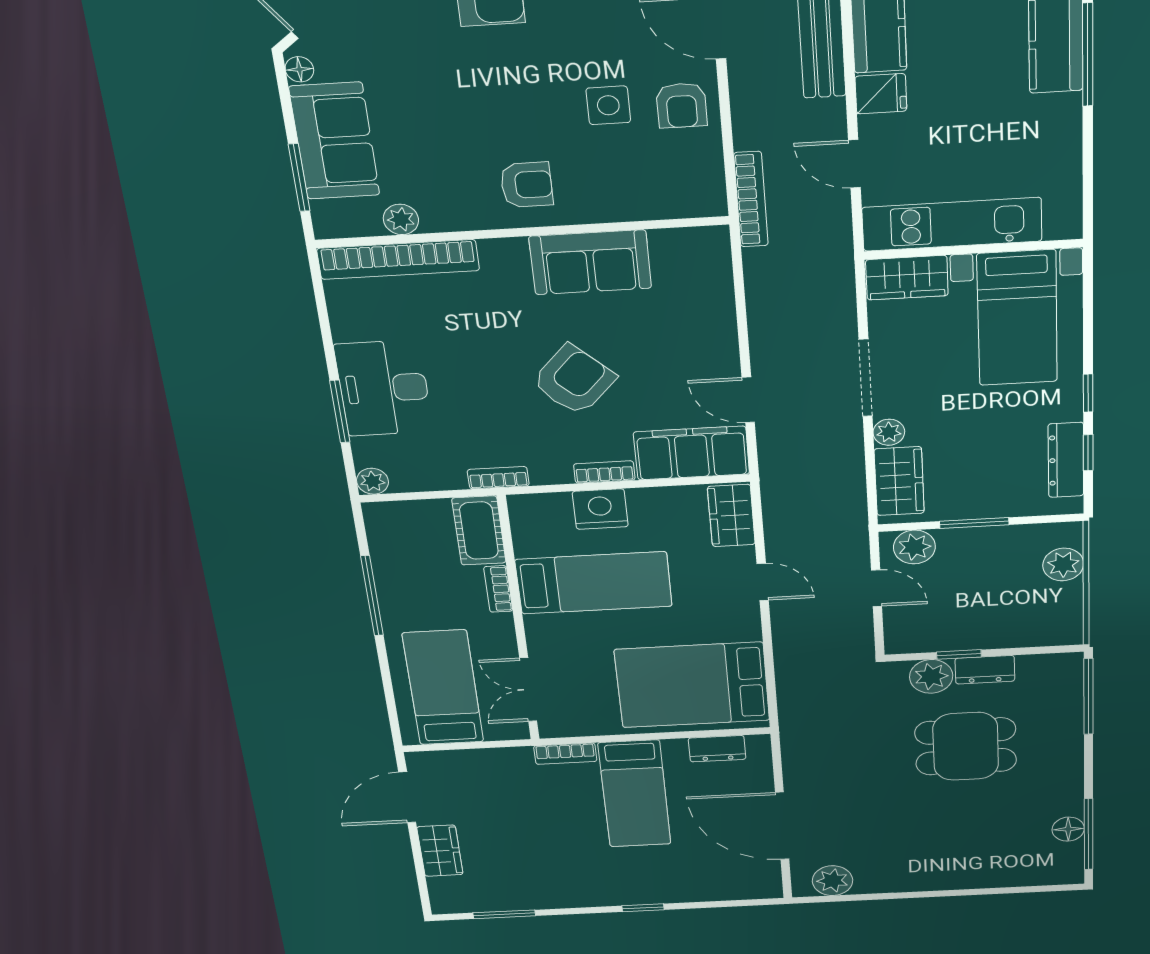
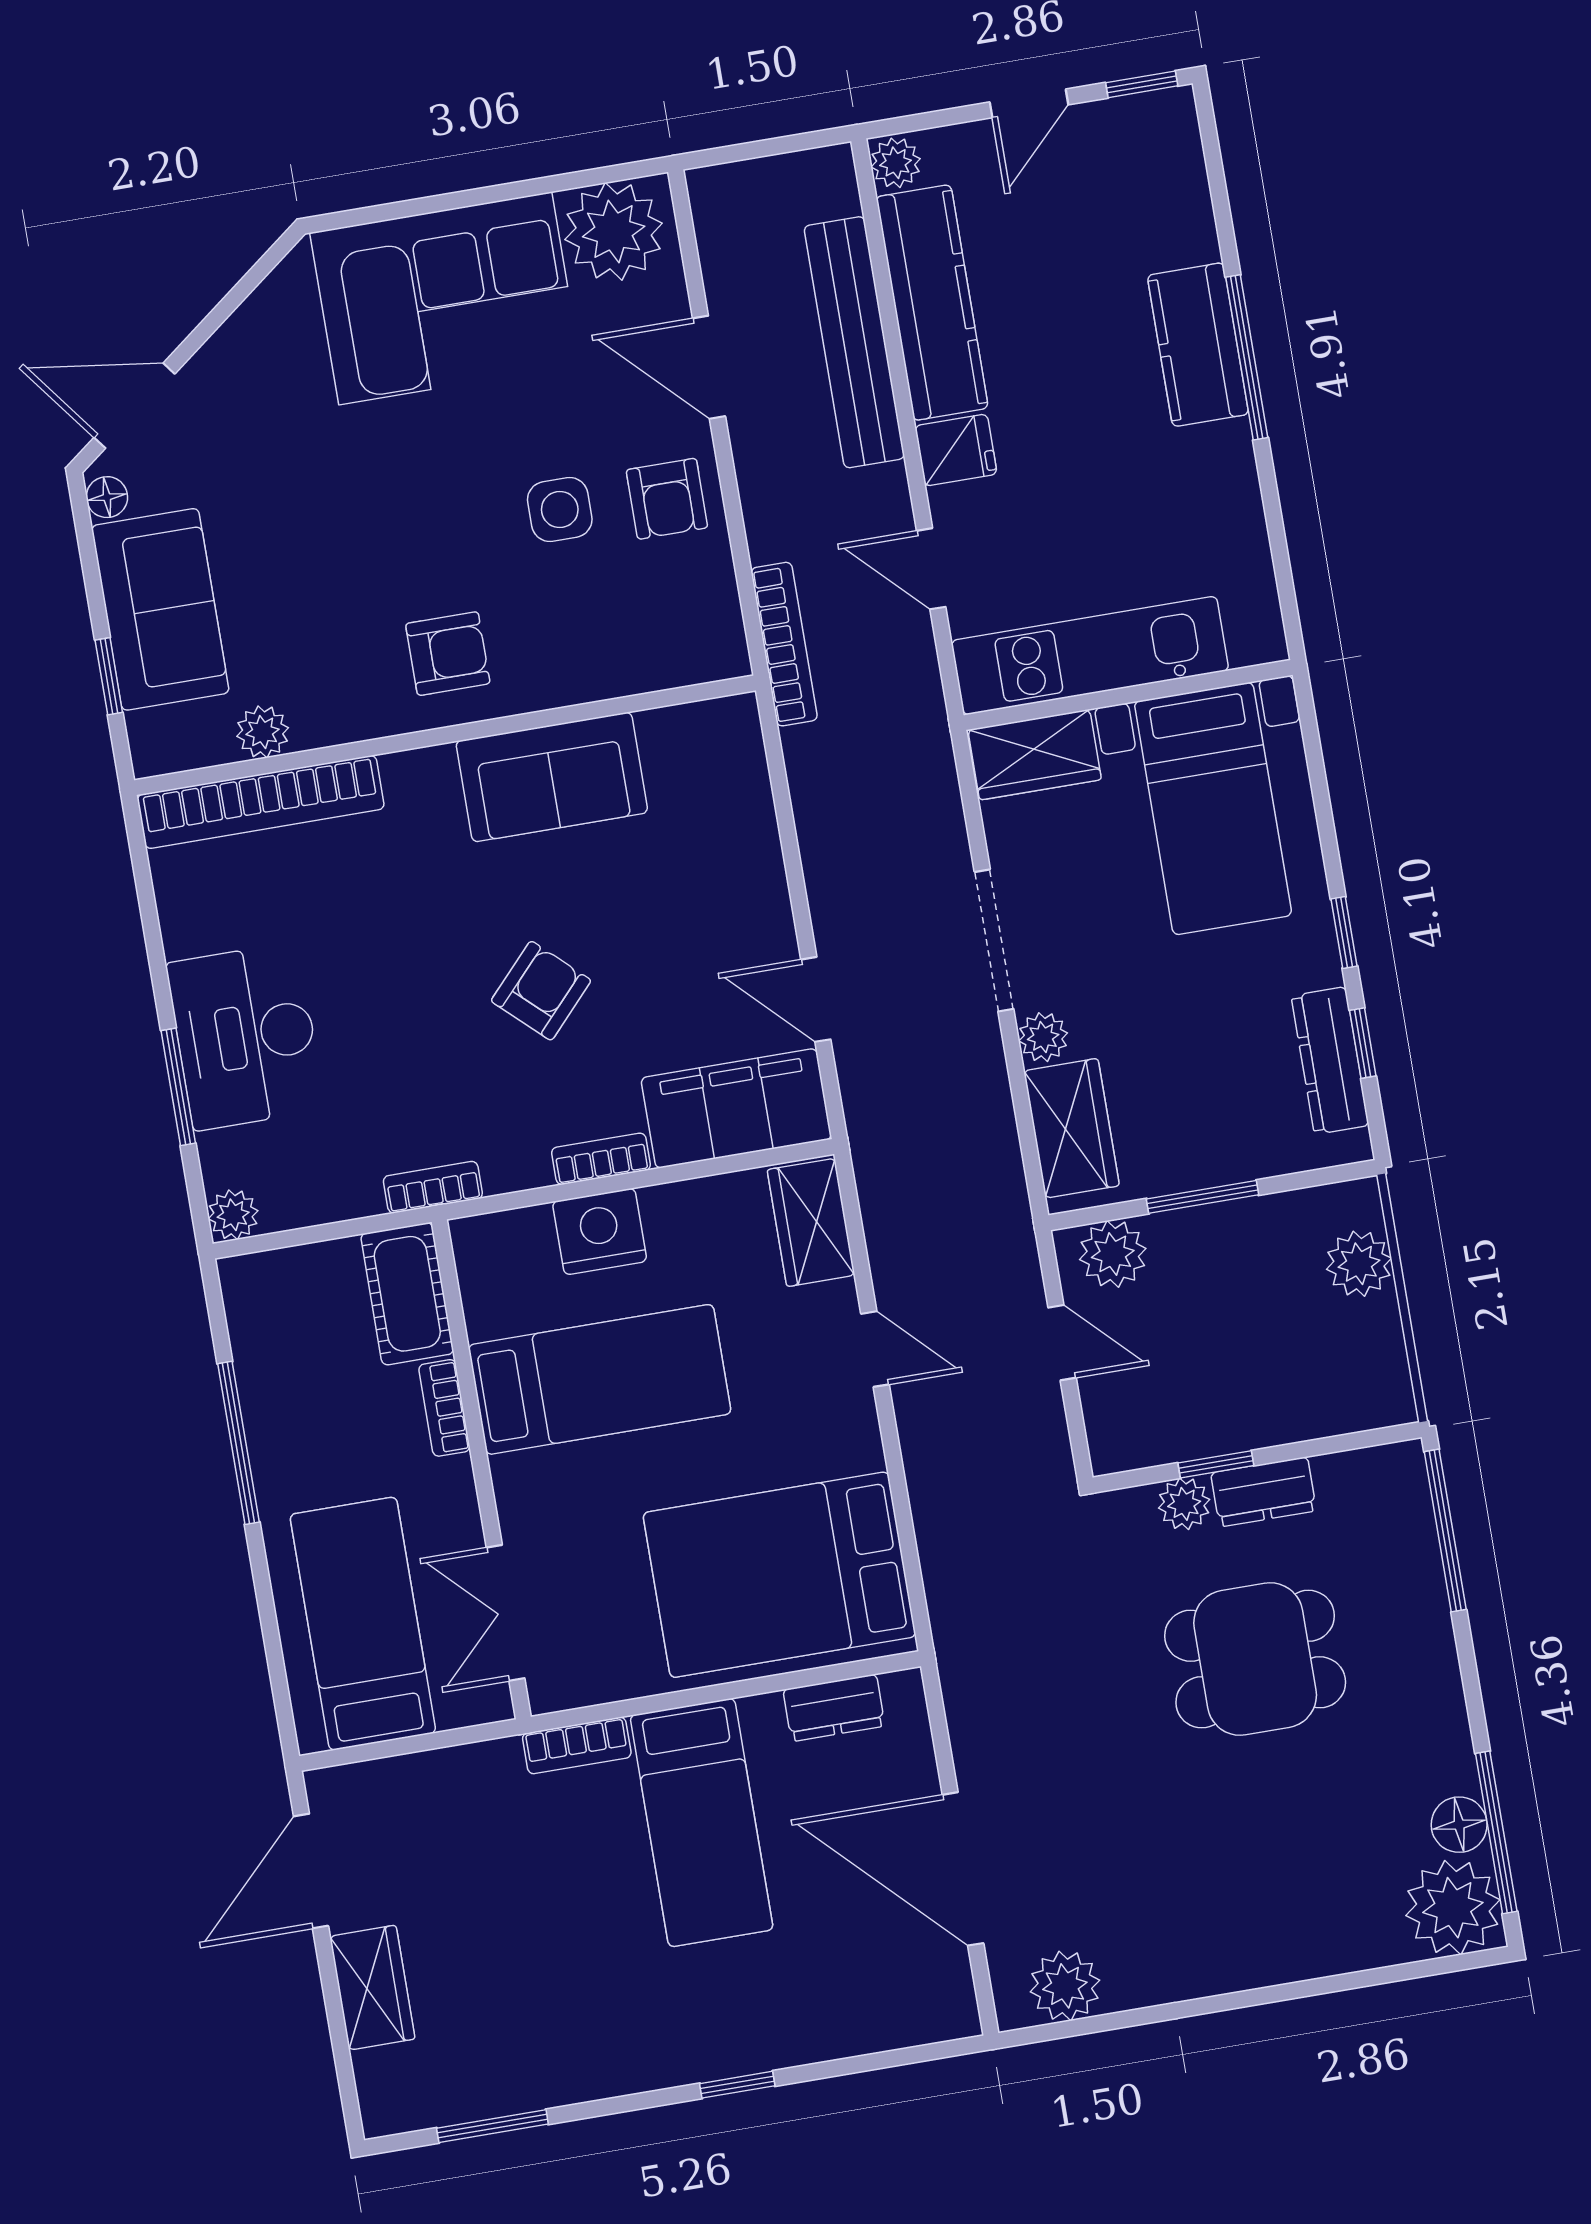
window: (299, 178) -> (109, 676), width x0.67
armchair: (574, 380) -> (541, 991), width x0.72, depth x0.72
plant: (931, 676) -> (1184, 1504), width x0.73, depth x0.73
plant: (1057, 864) -> (1453, 1908), added

